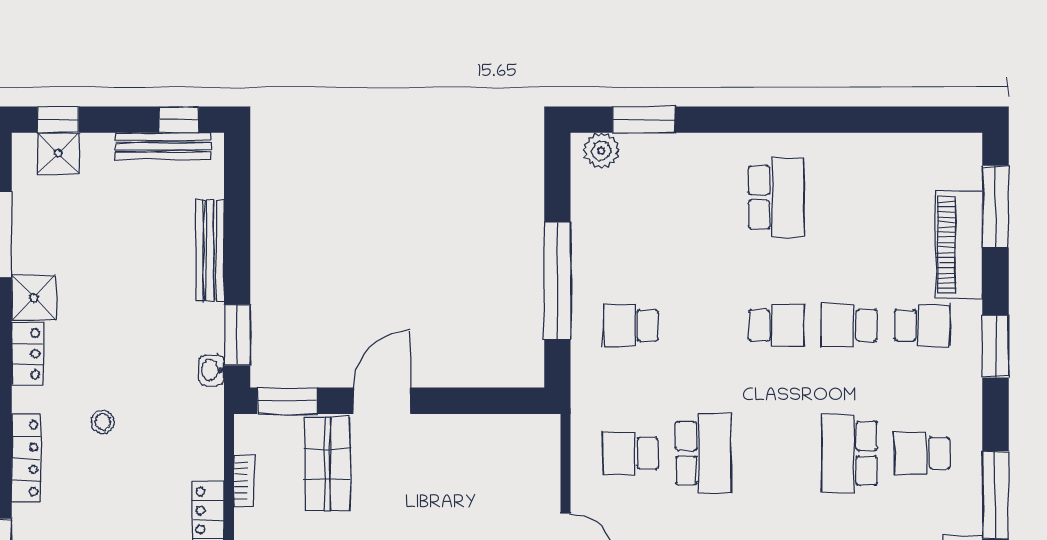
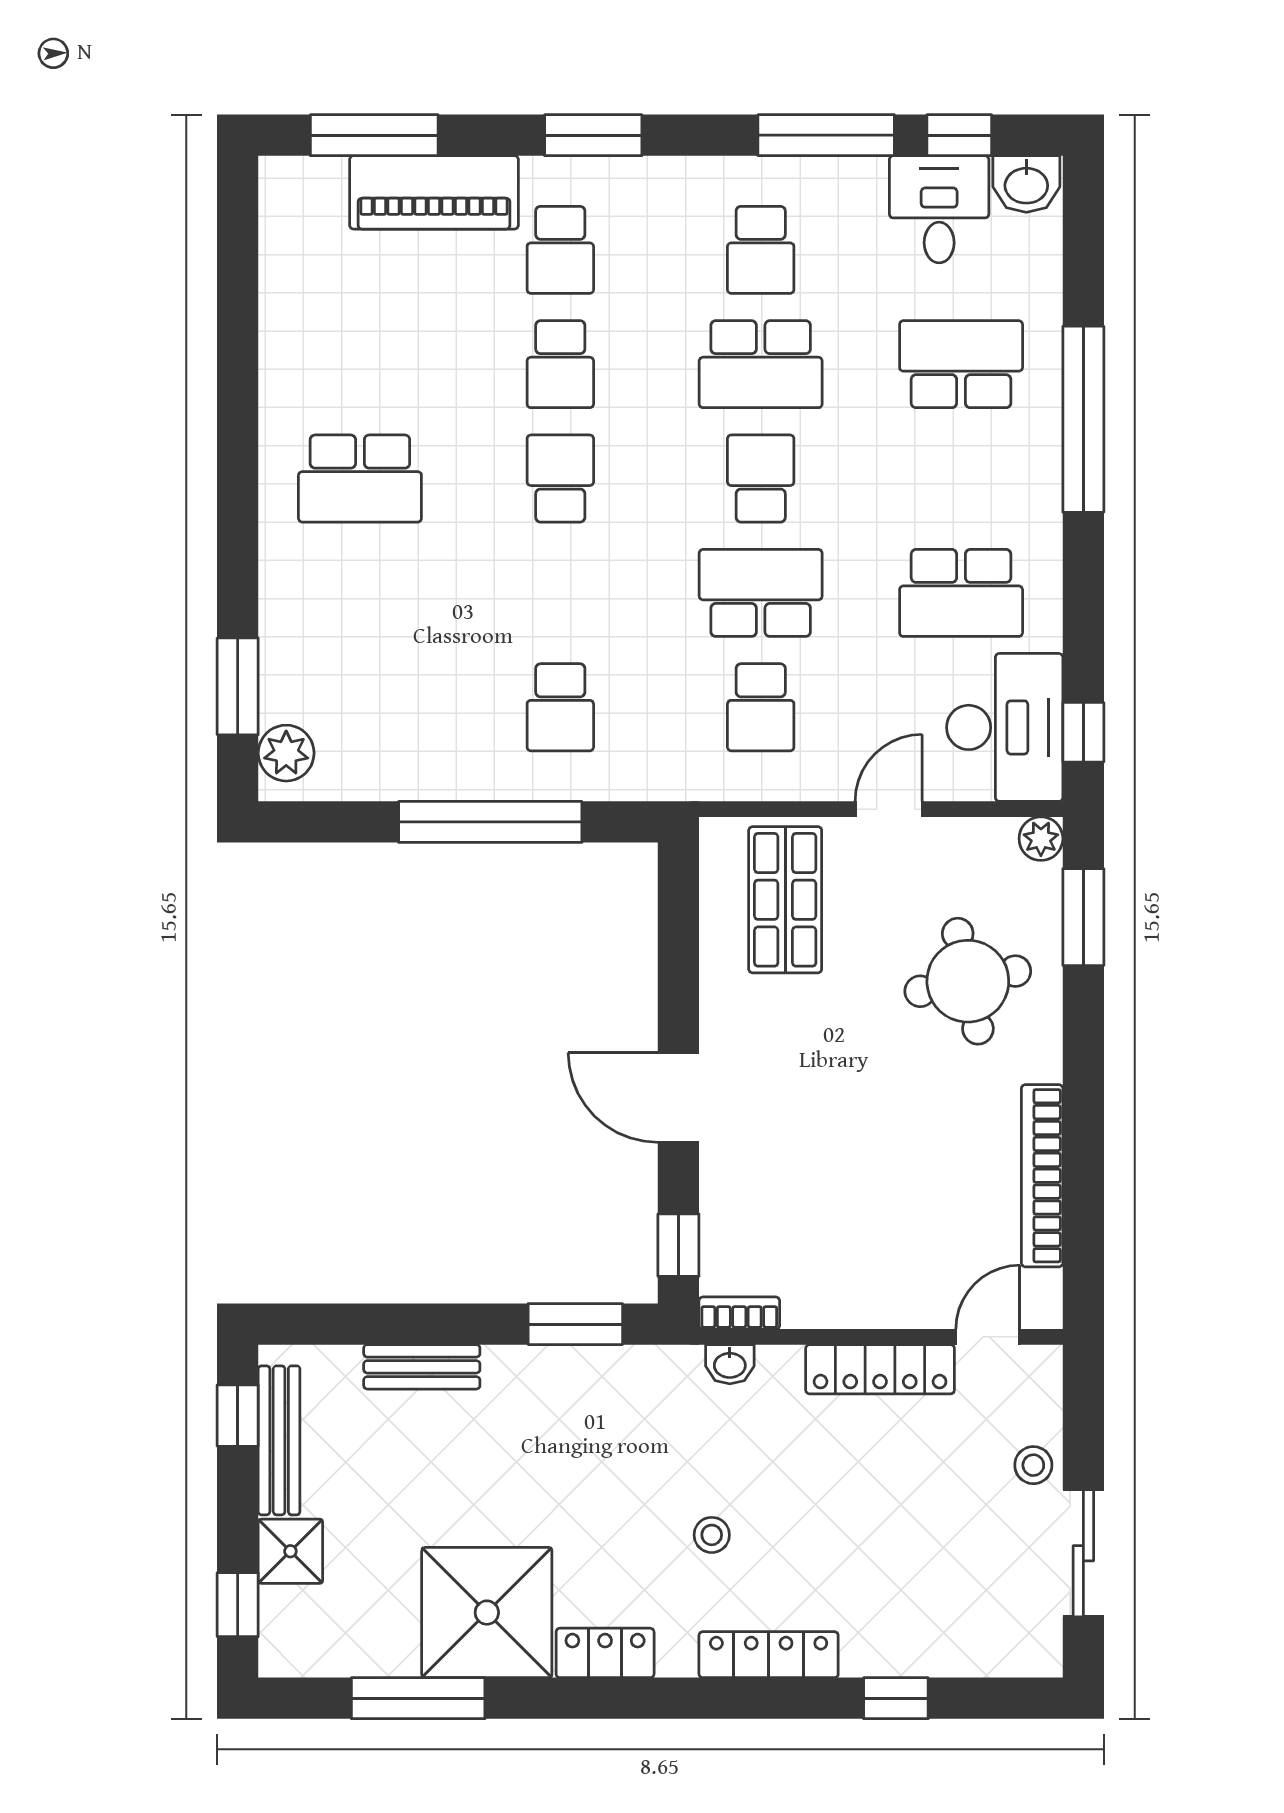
shower: (58, 153) -> (290, 1551), moved
school desk: (776, 198) -> (360, 479), turned 180
bench: (210, 251) -> (422, 1367), width x0.73
shower: (34, 298) -> (487, 1613), width x1.86, depth x1.86
school desk: (922, 325) -> (560, 250), turned 180
washbasin: (212, 370) -> (730, 1364), moved
window: (287, 401) -> (678, 1245), width x0.67
school desk: (776, 453) -> (761, 479), added
shop shelf: (327, 464) -> (785, 900), moved, turned 90
bookcase: (244, 480) -> (739, 1313), moved

